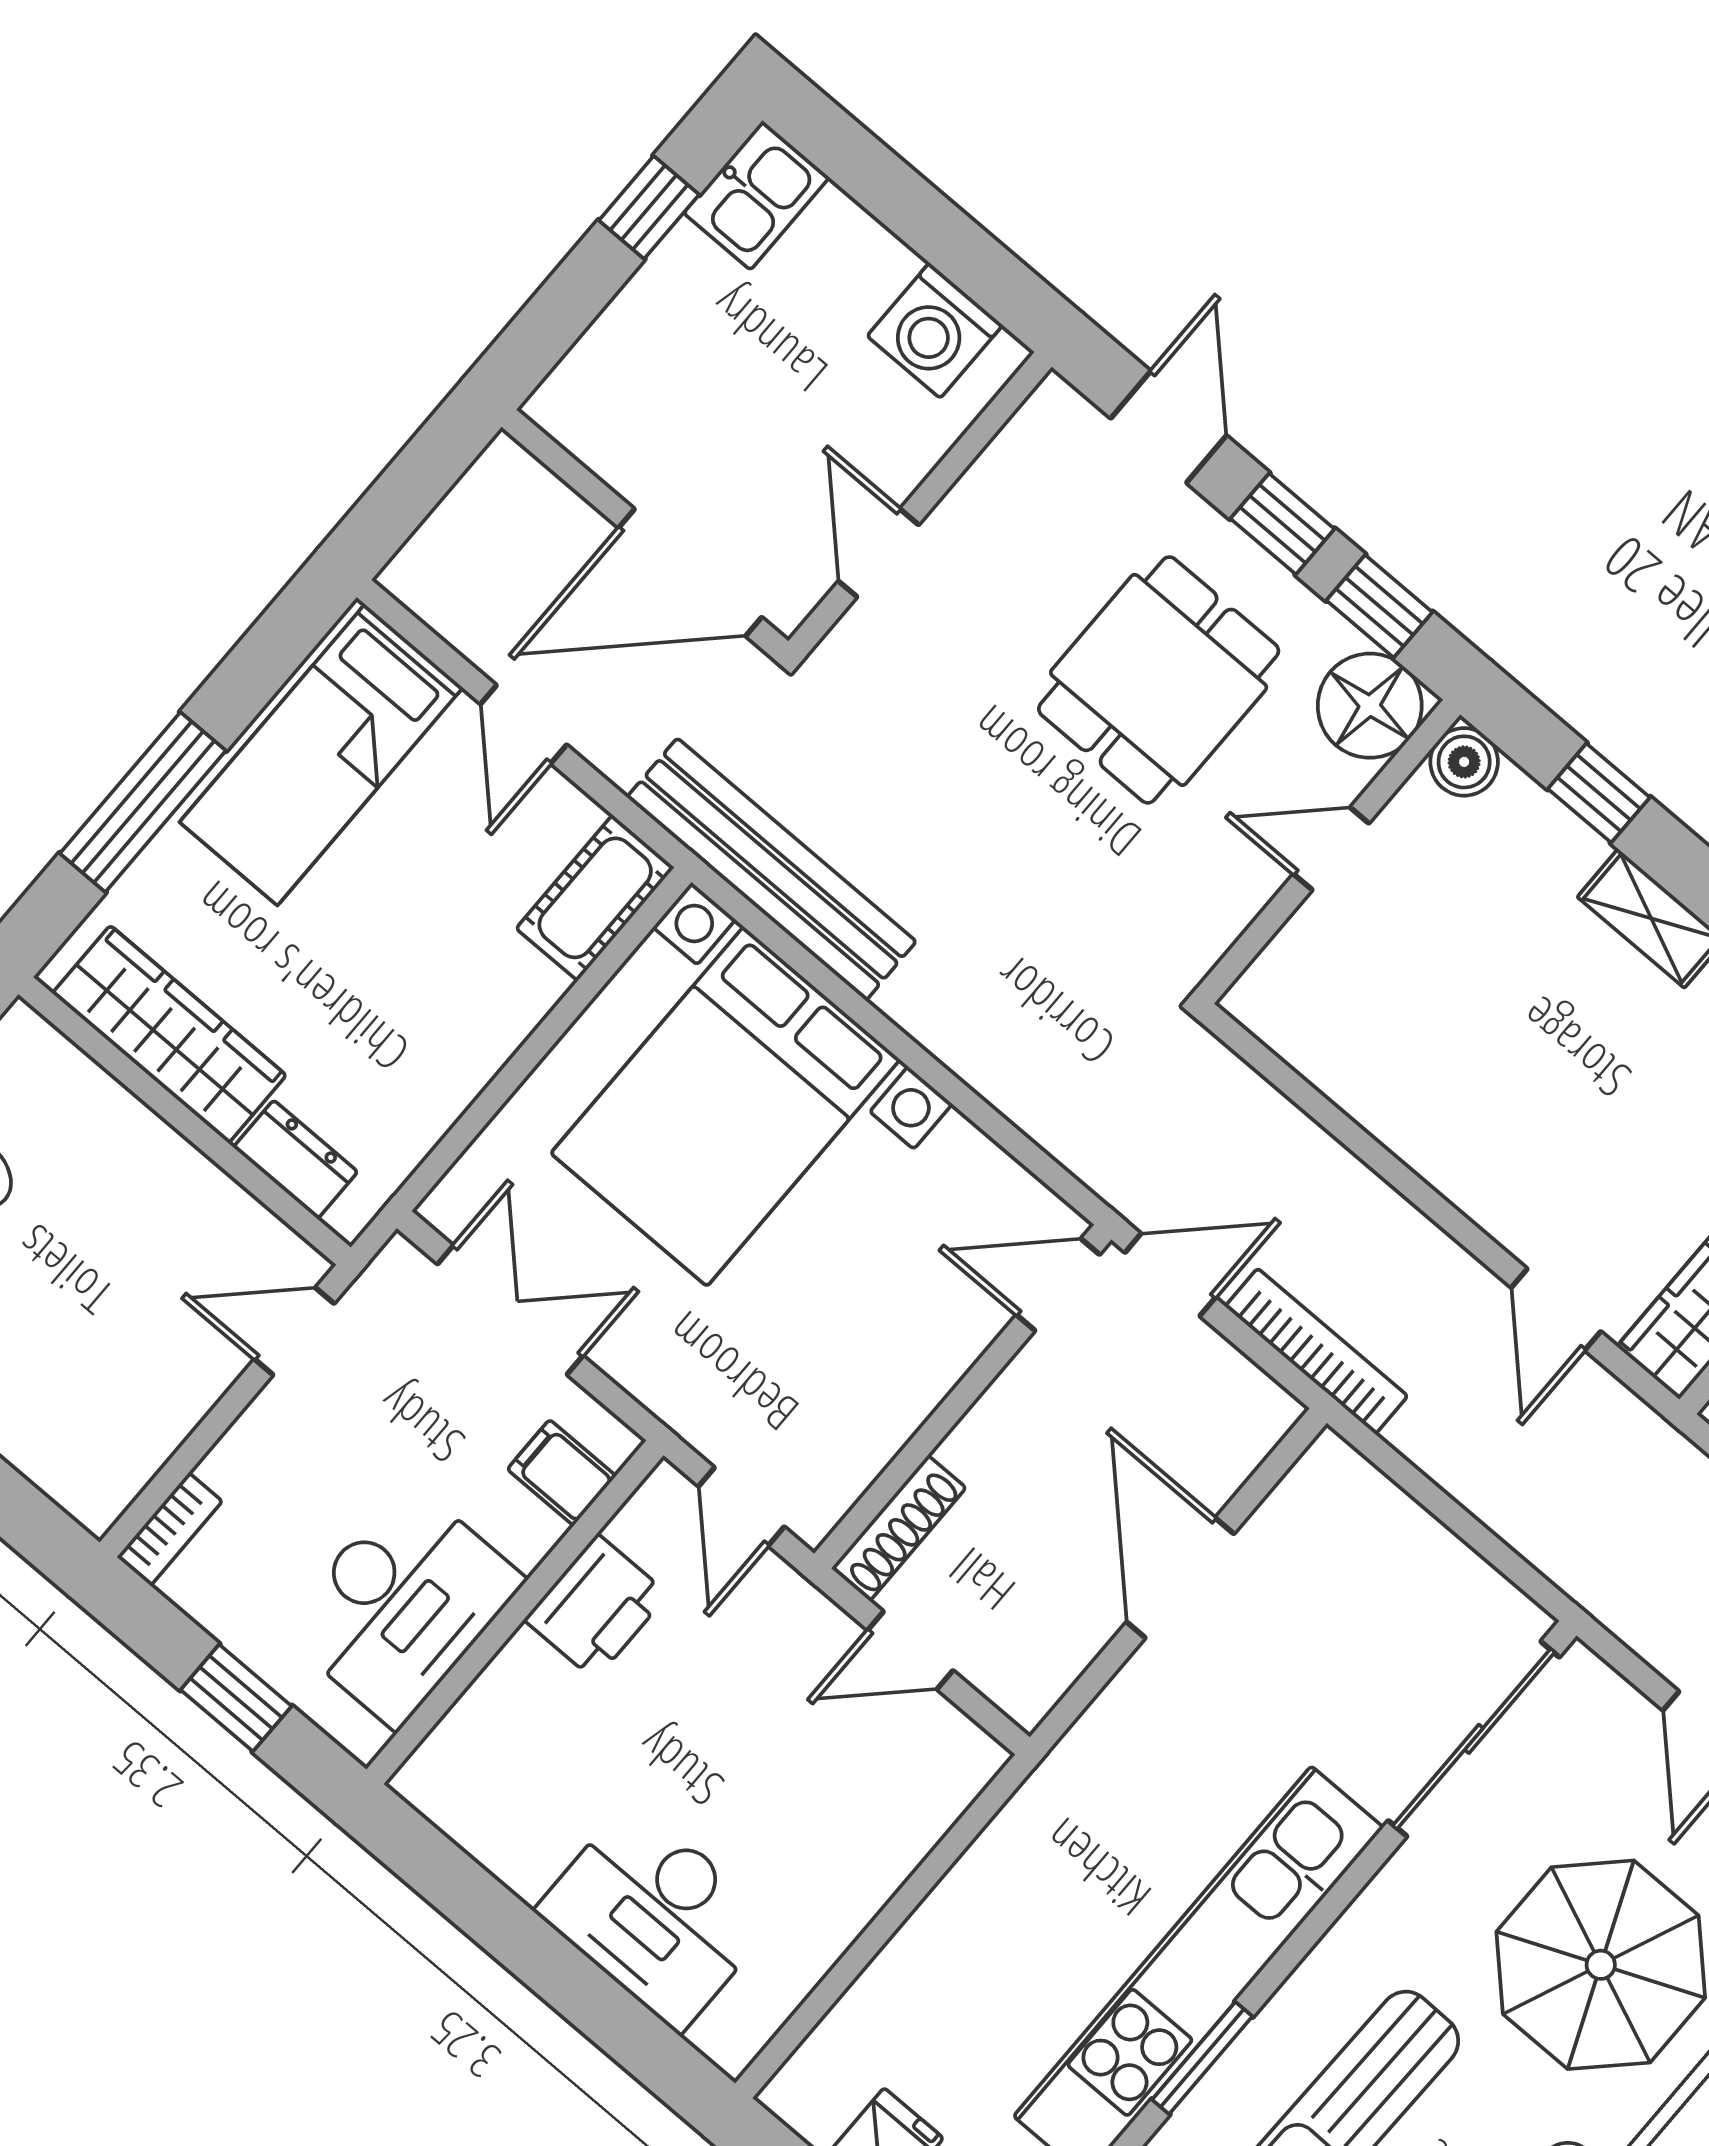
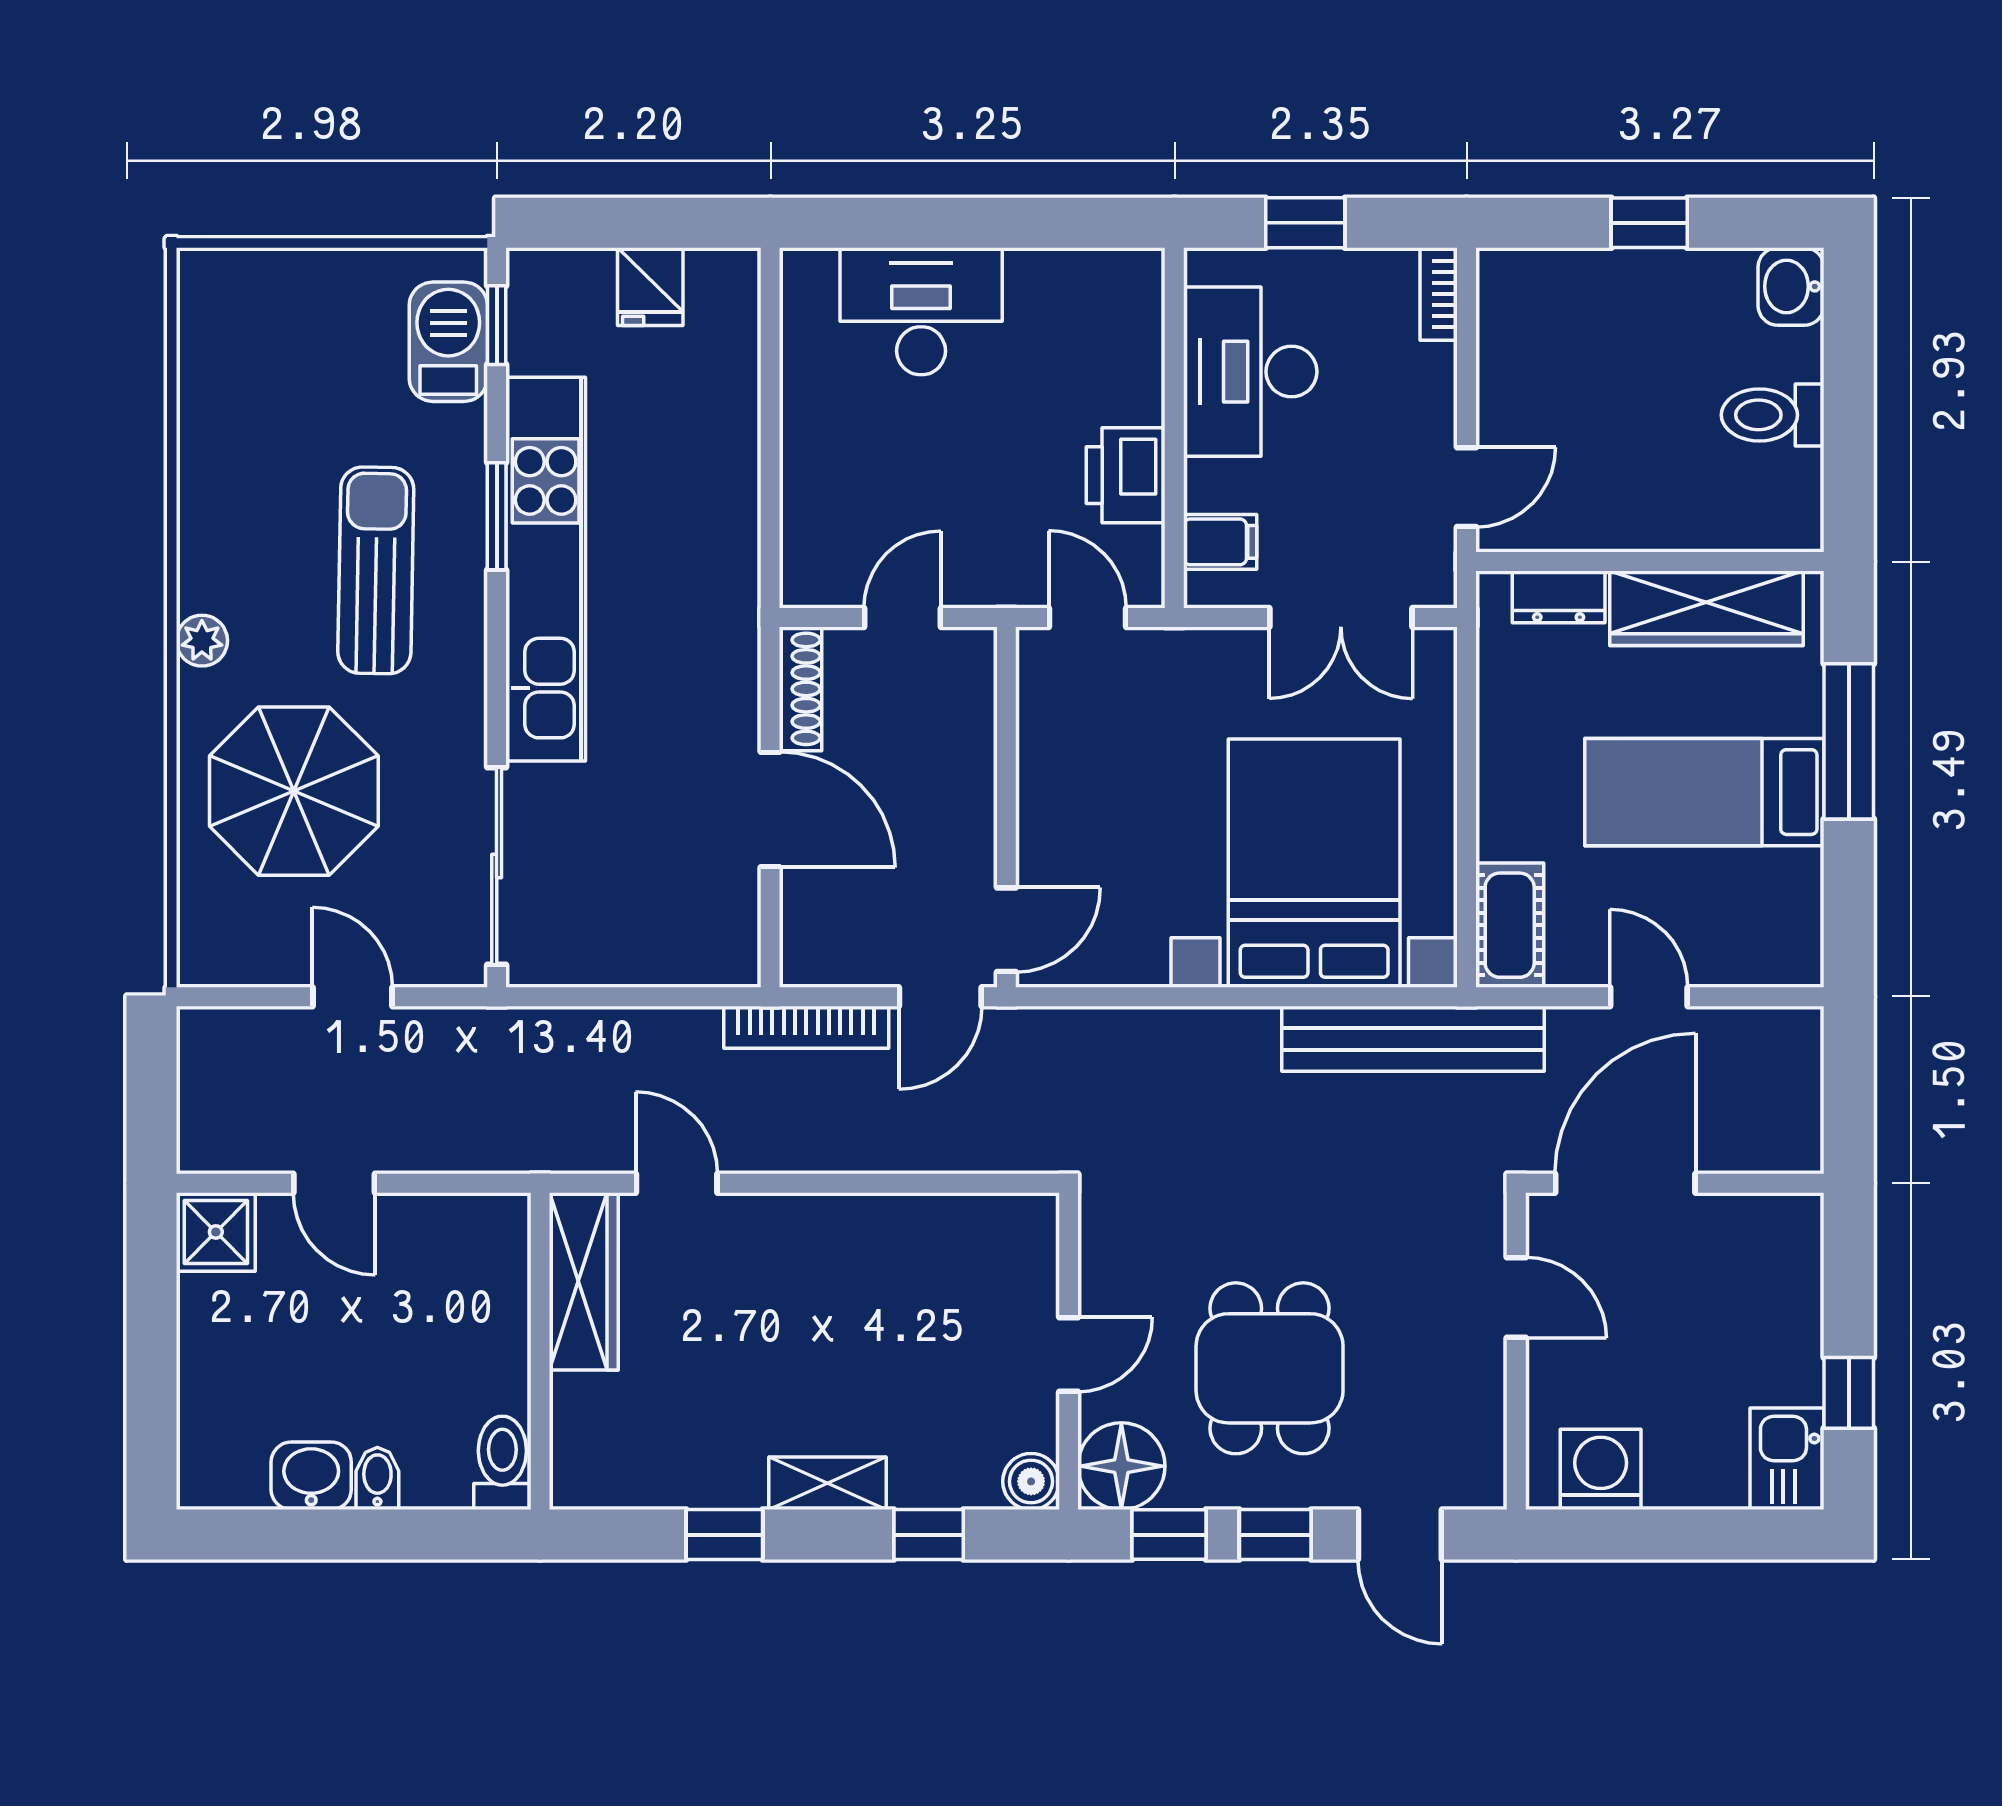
bed: (321, 755) -> (1704, 792), moved, turned -90
shoe rack: (899, 1528) -> (801, 689), moved, turned 180

